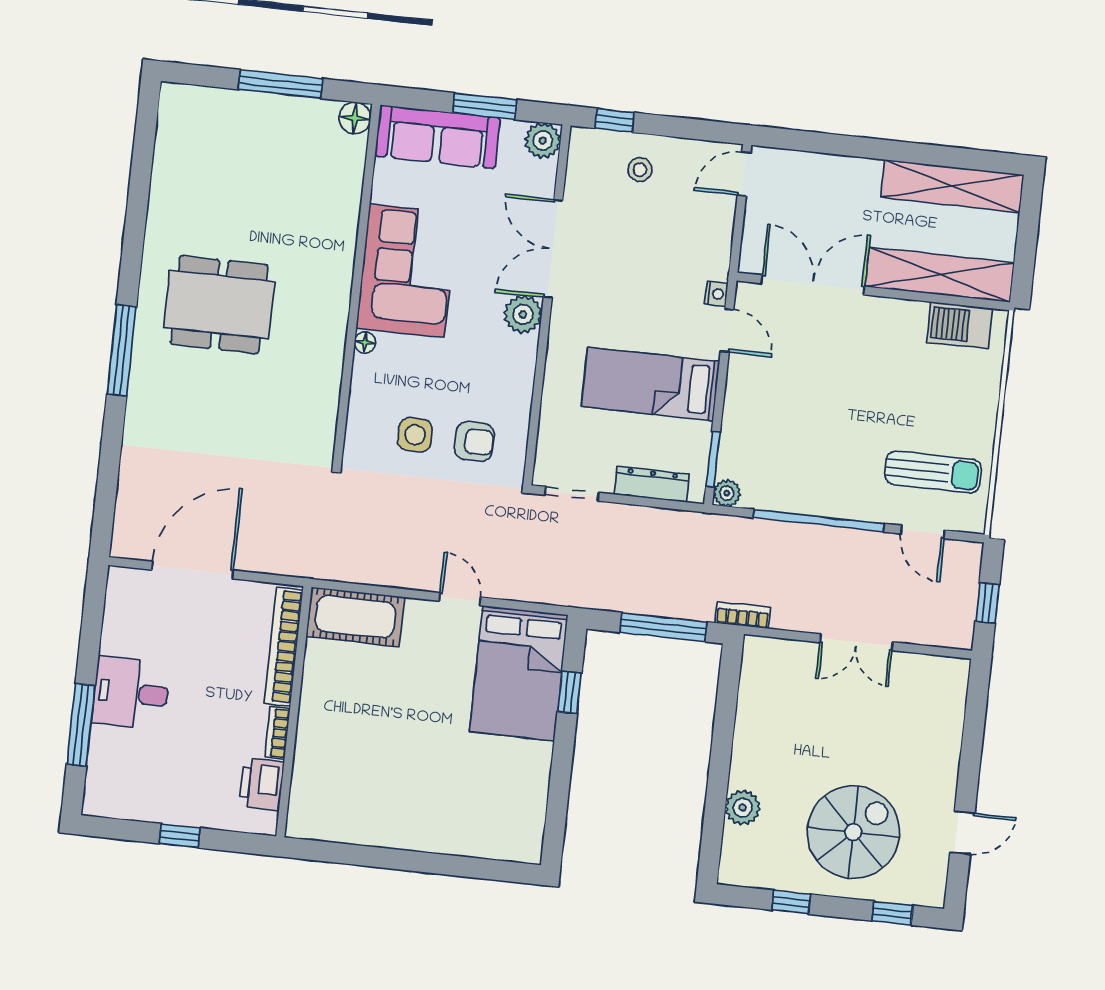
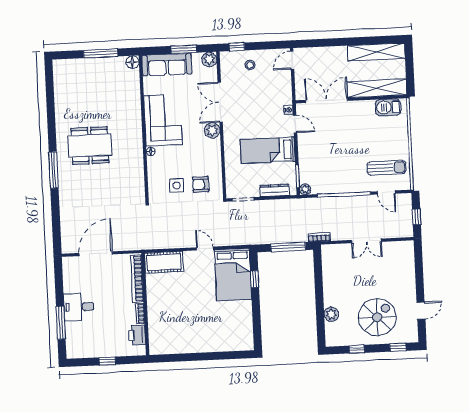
armchair: (474, 442) -> (201, 184), turned 180

